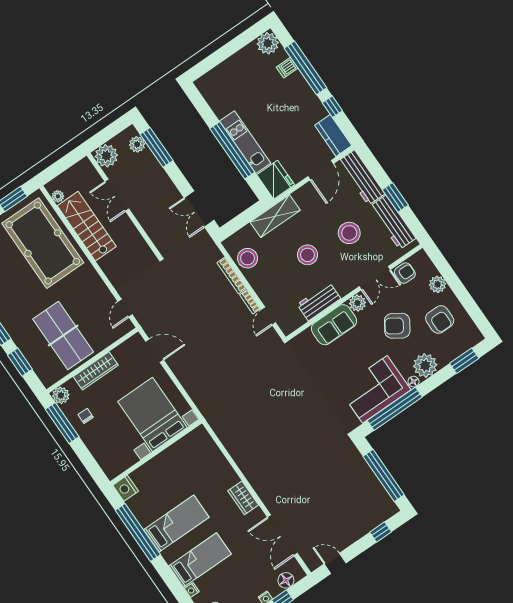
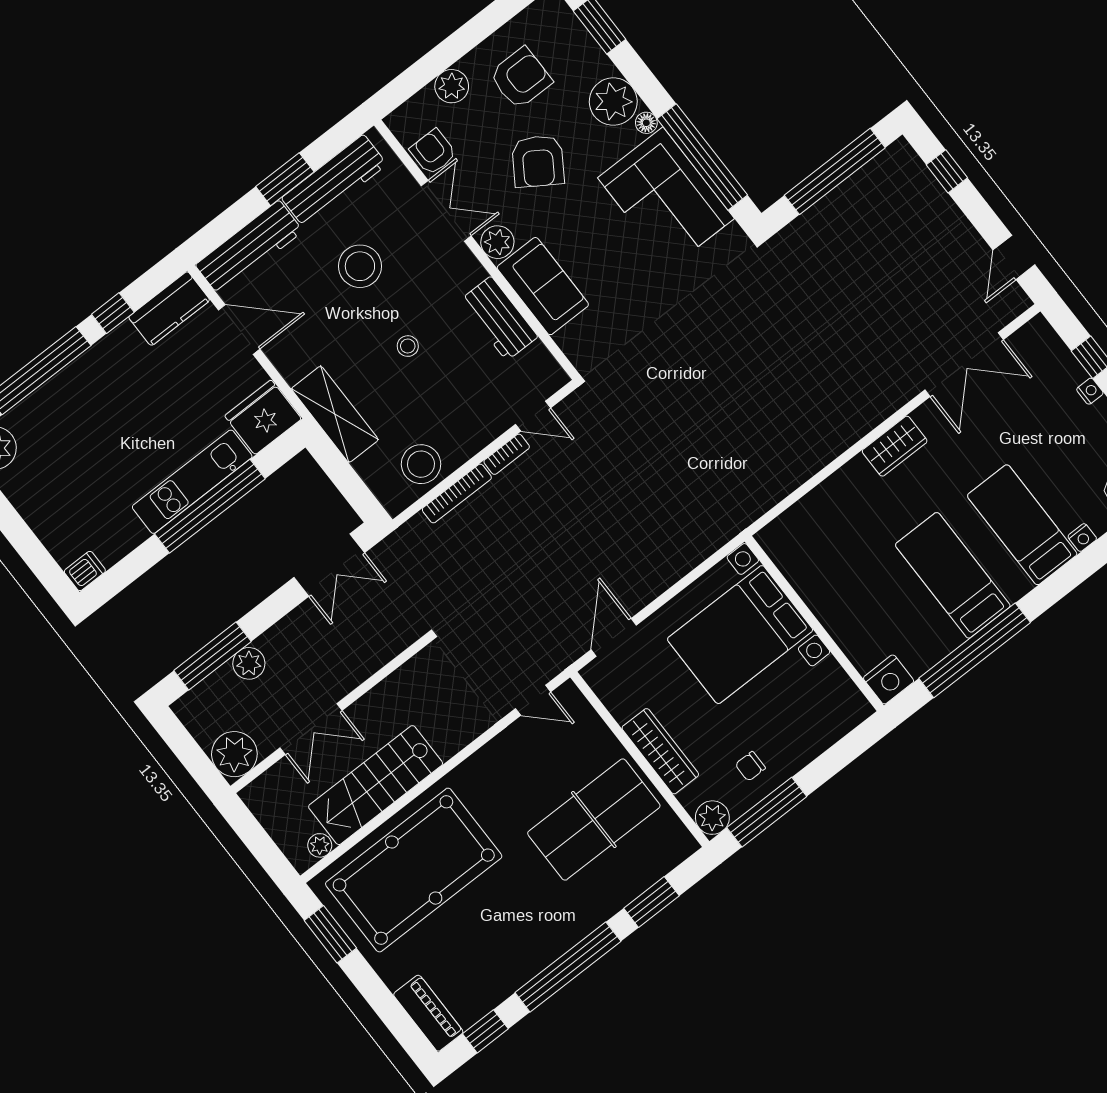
dishwasher: (287, 68) -> (85, 571), moved, turned -90
plant: (137, 144) -> (249, 663), moved
stool: (308, 255) -> (408, 346), width x0.53, depth x0.53
floor lamp: (286, 580) -> (1053, 353), removed

